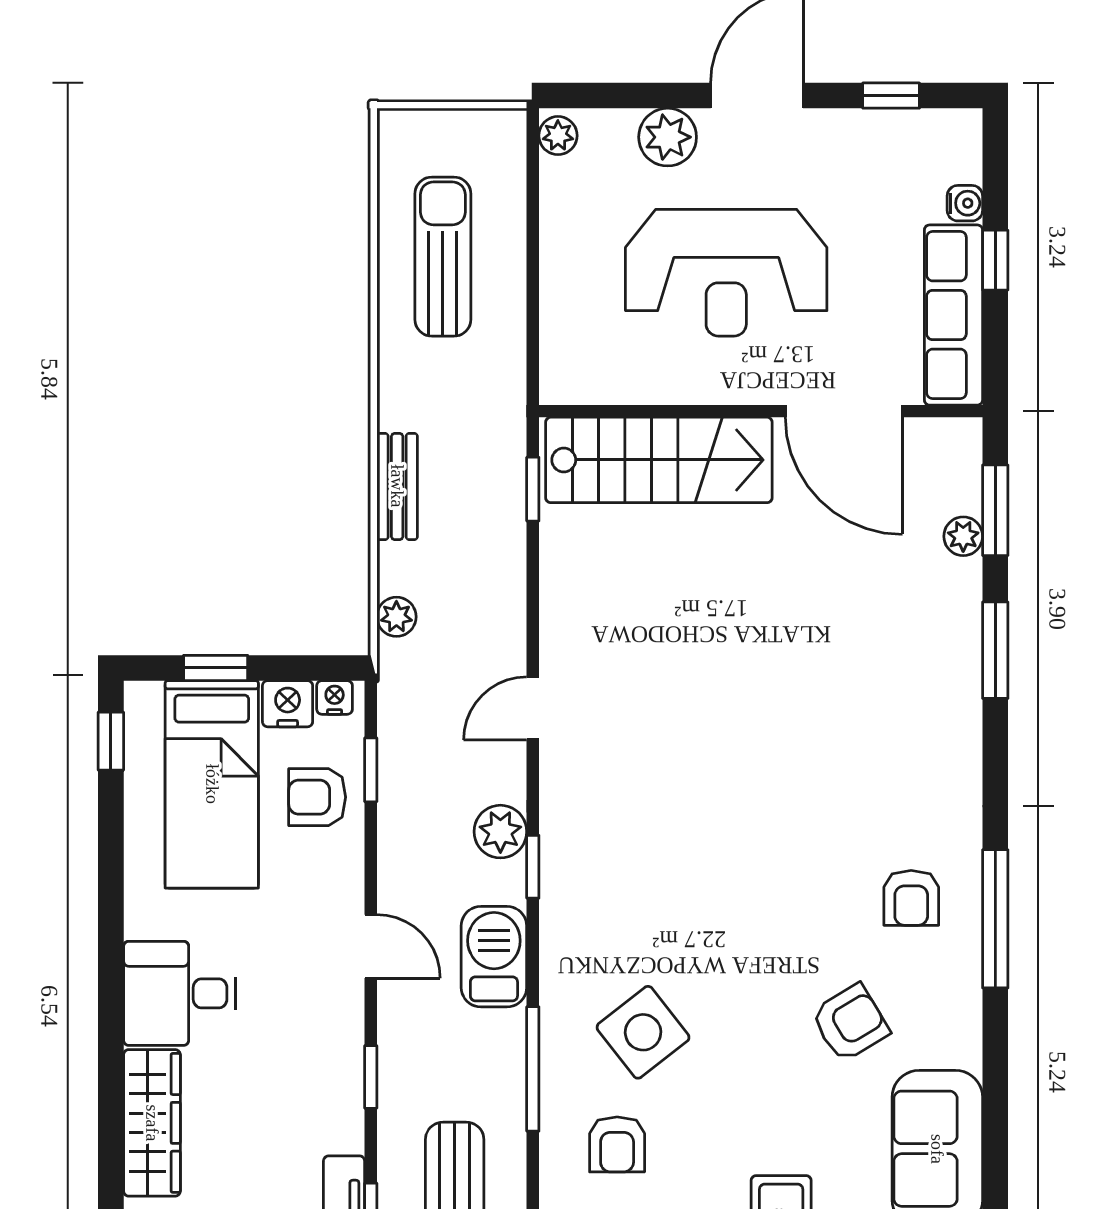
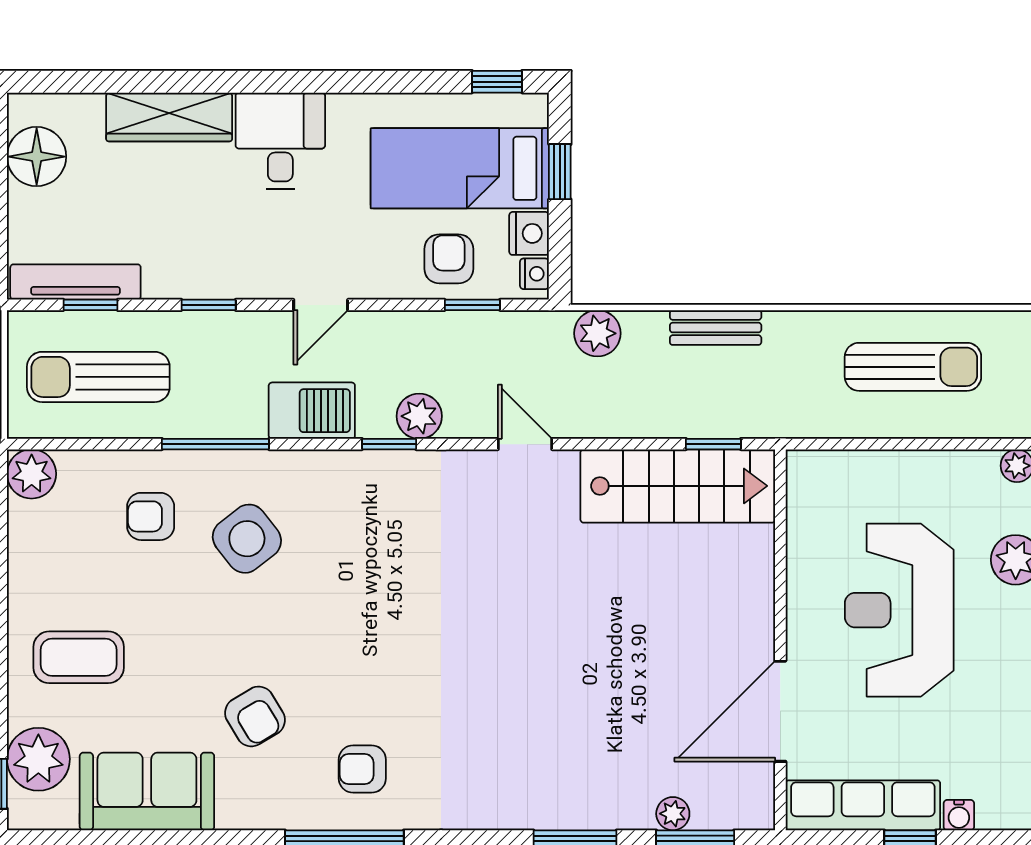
stairs: (659, 460) -> (678, 486), moved, turned -90
plant: (396, 617) -> (597, 333), width x1.38, depth x1.38

